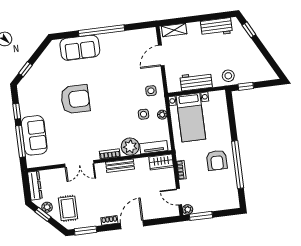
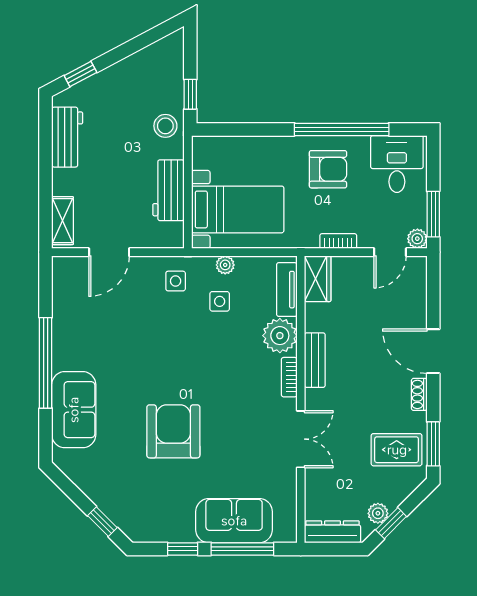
door: (161, 55) -> (109, 252), hinge flipped
desk: (224, 195) -> (397, 164), added
rug: (68, 208) -> (397, 450), moved

